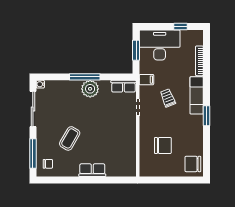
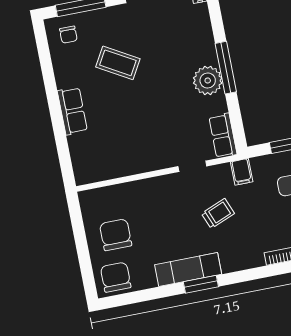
exam couch: (197, 95) -> (188, 269), moved
chair: (163, 145) -> (116, 235), moved, turned 180

